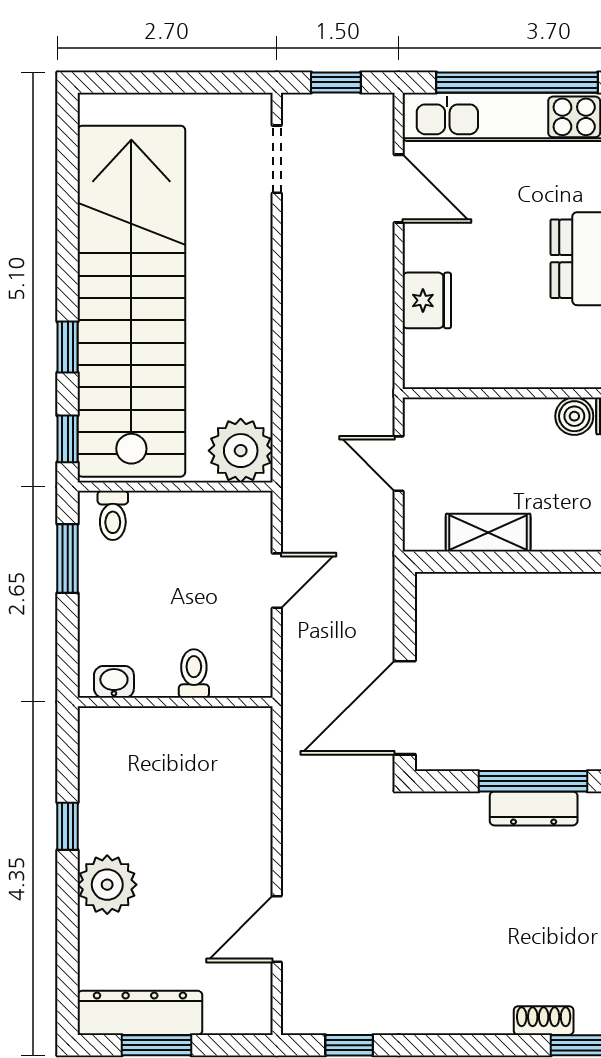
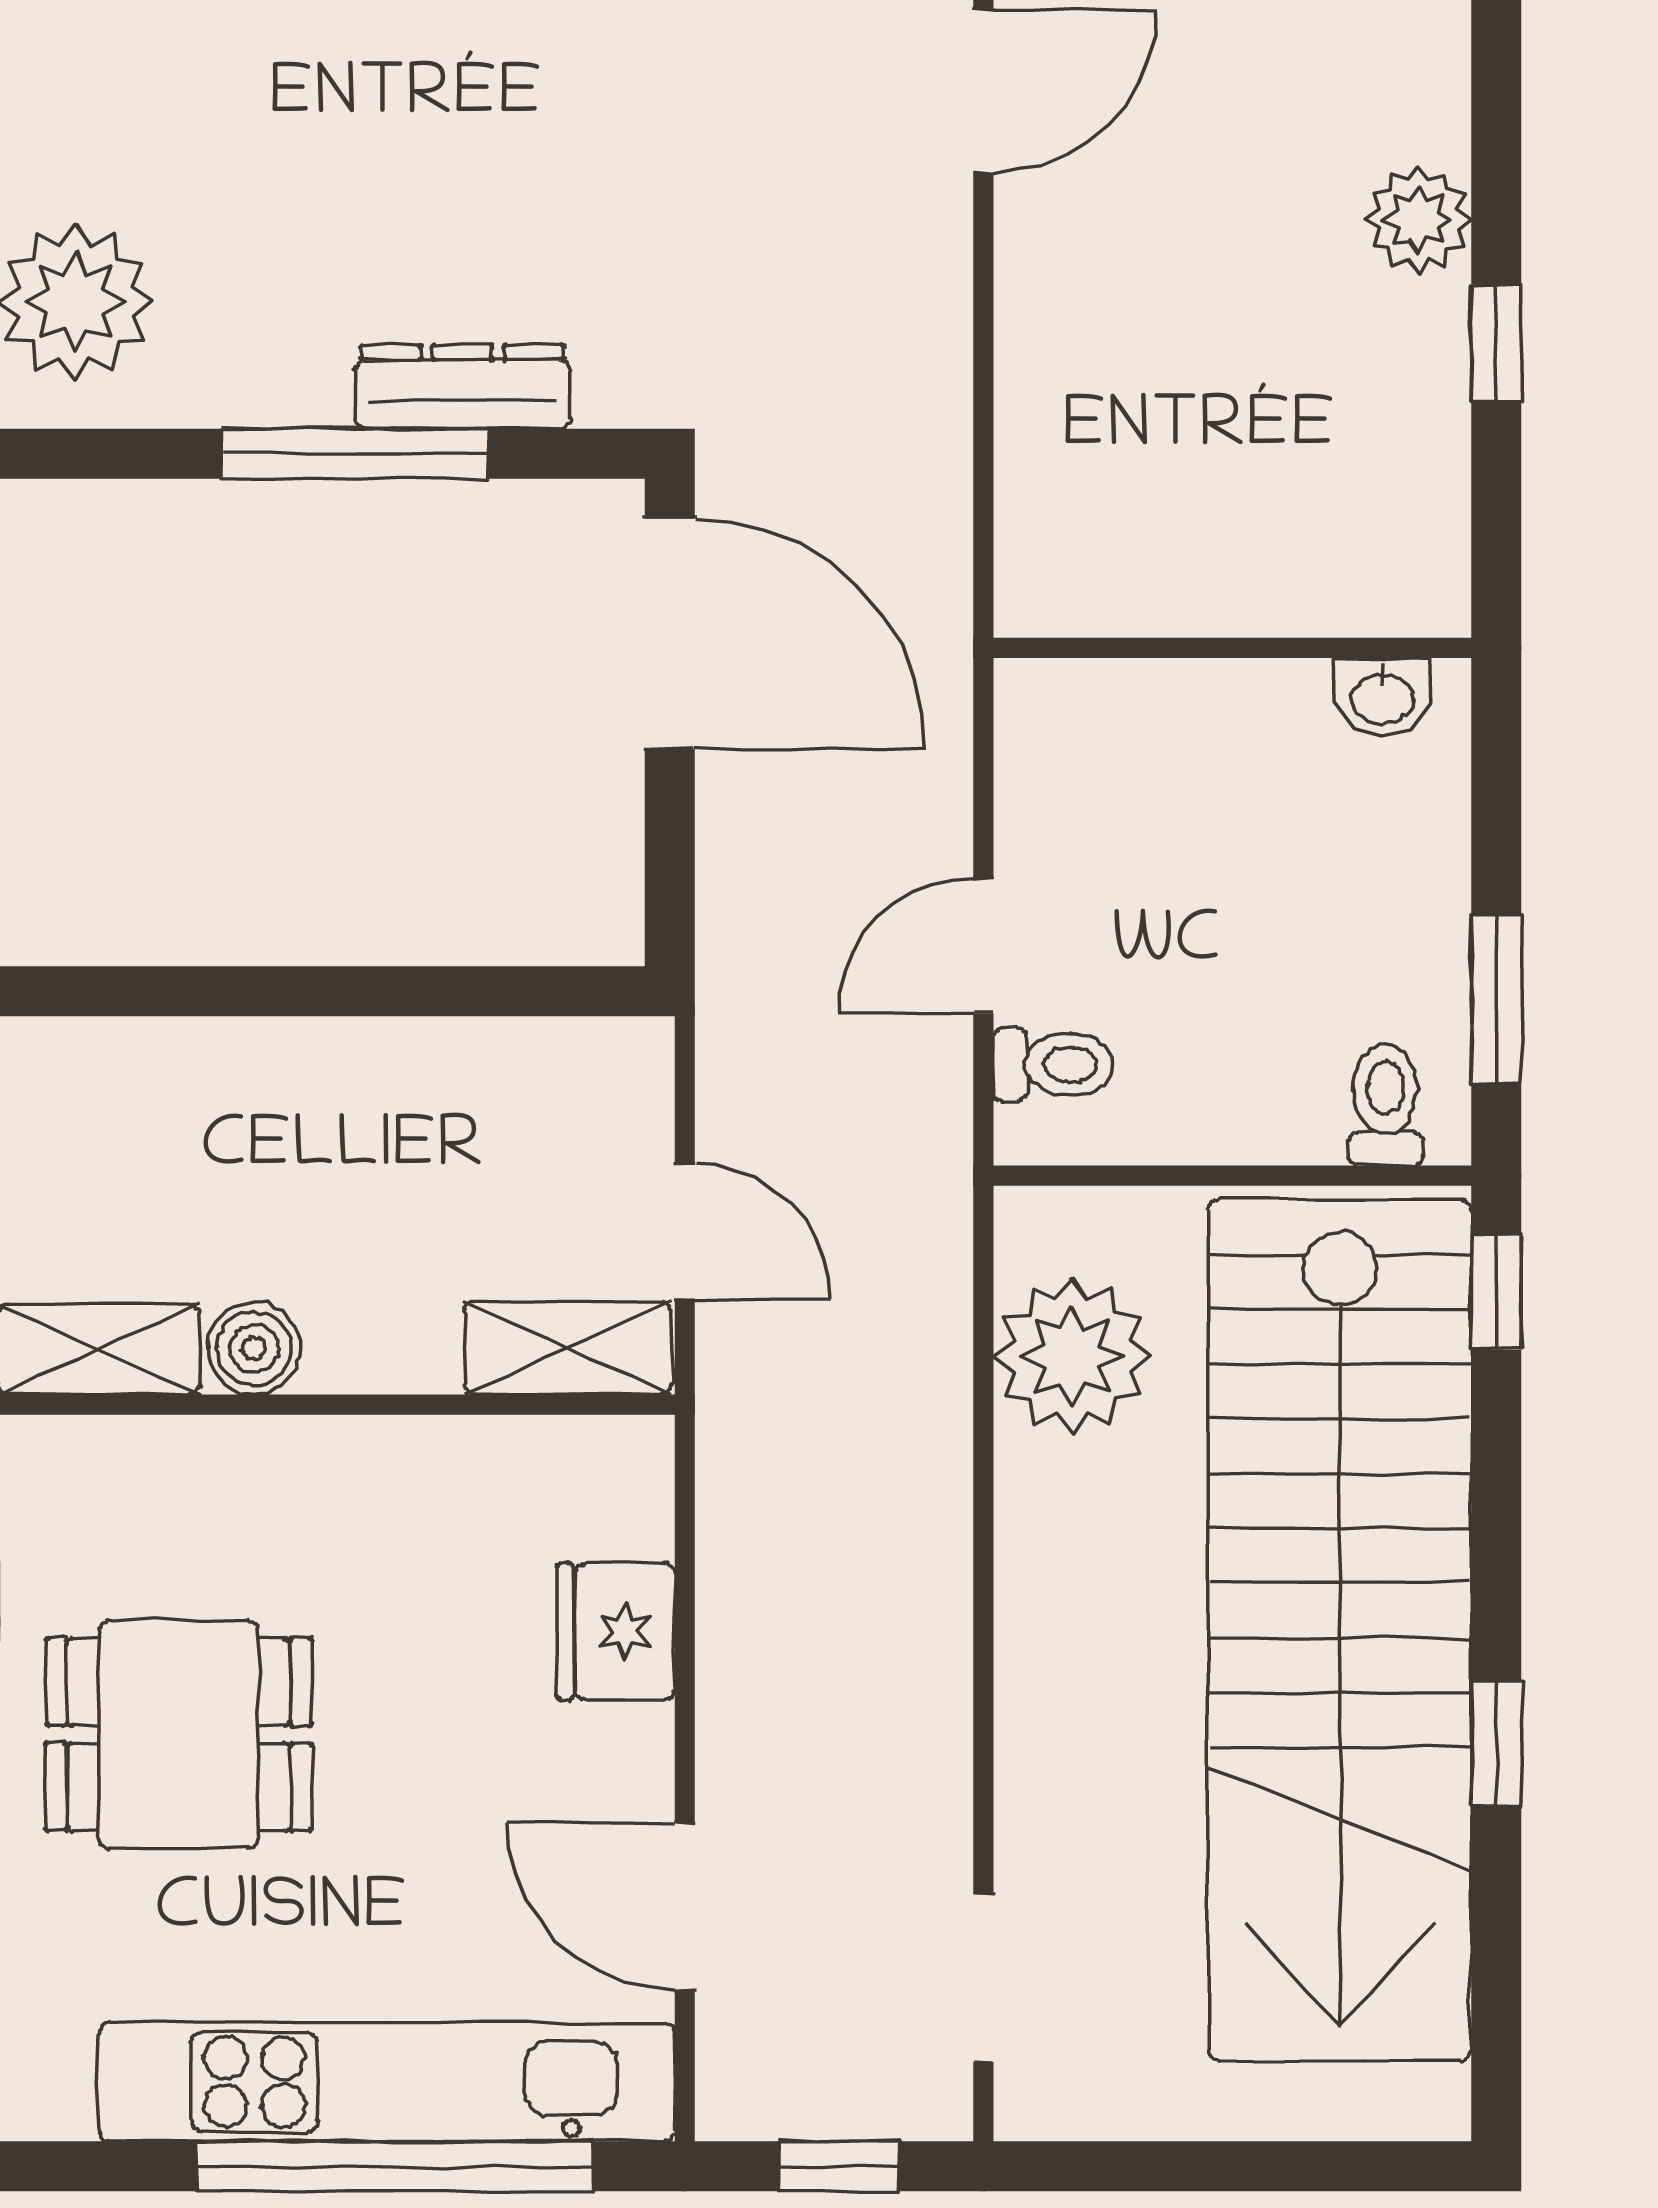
window: (68, 347) -> (1496, 1743), moved
plant: (241, 451) -> (1072, 1356), moved
shelving: (488, 533) -> (568, 1348), moved
toilet: (194, 673) -> (1053, 1065), moved, turned -90
door: (405, 708) -> (670, 634), hinge flipped
dresser: (534, 808) -> (463, 387), moved
plant: (107, 885) -> (1418, 219), width x0.73, depth x0.73

